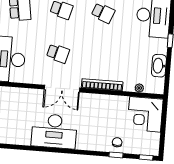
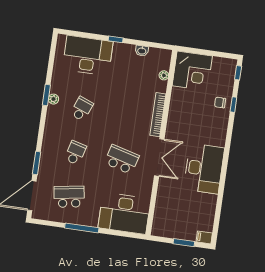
school desk: (58, 53) -> (122, 159), width x1.85
washbasin: (159, 66) -> (142, 51), width x0.52, depth x0.69

